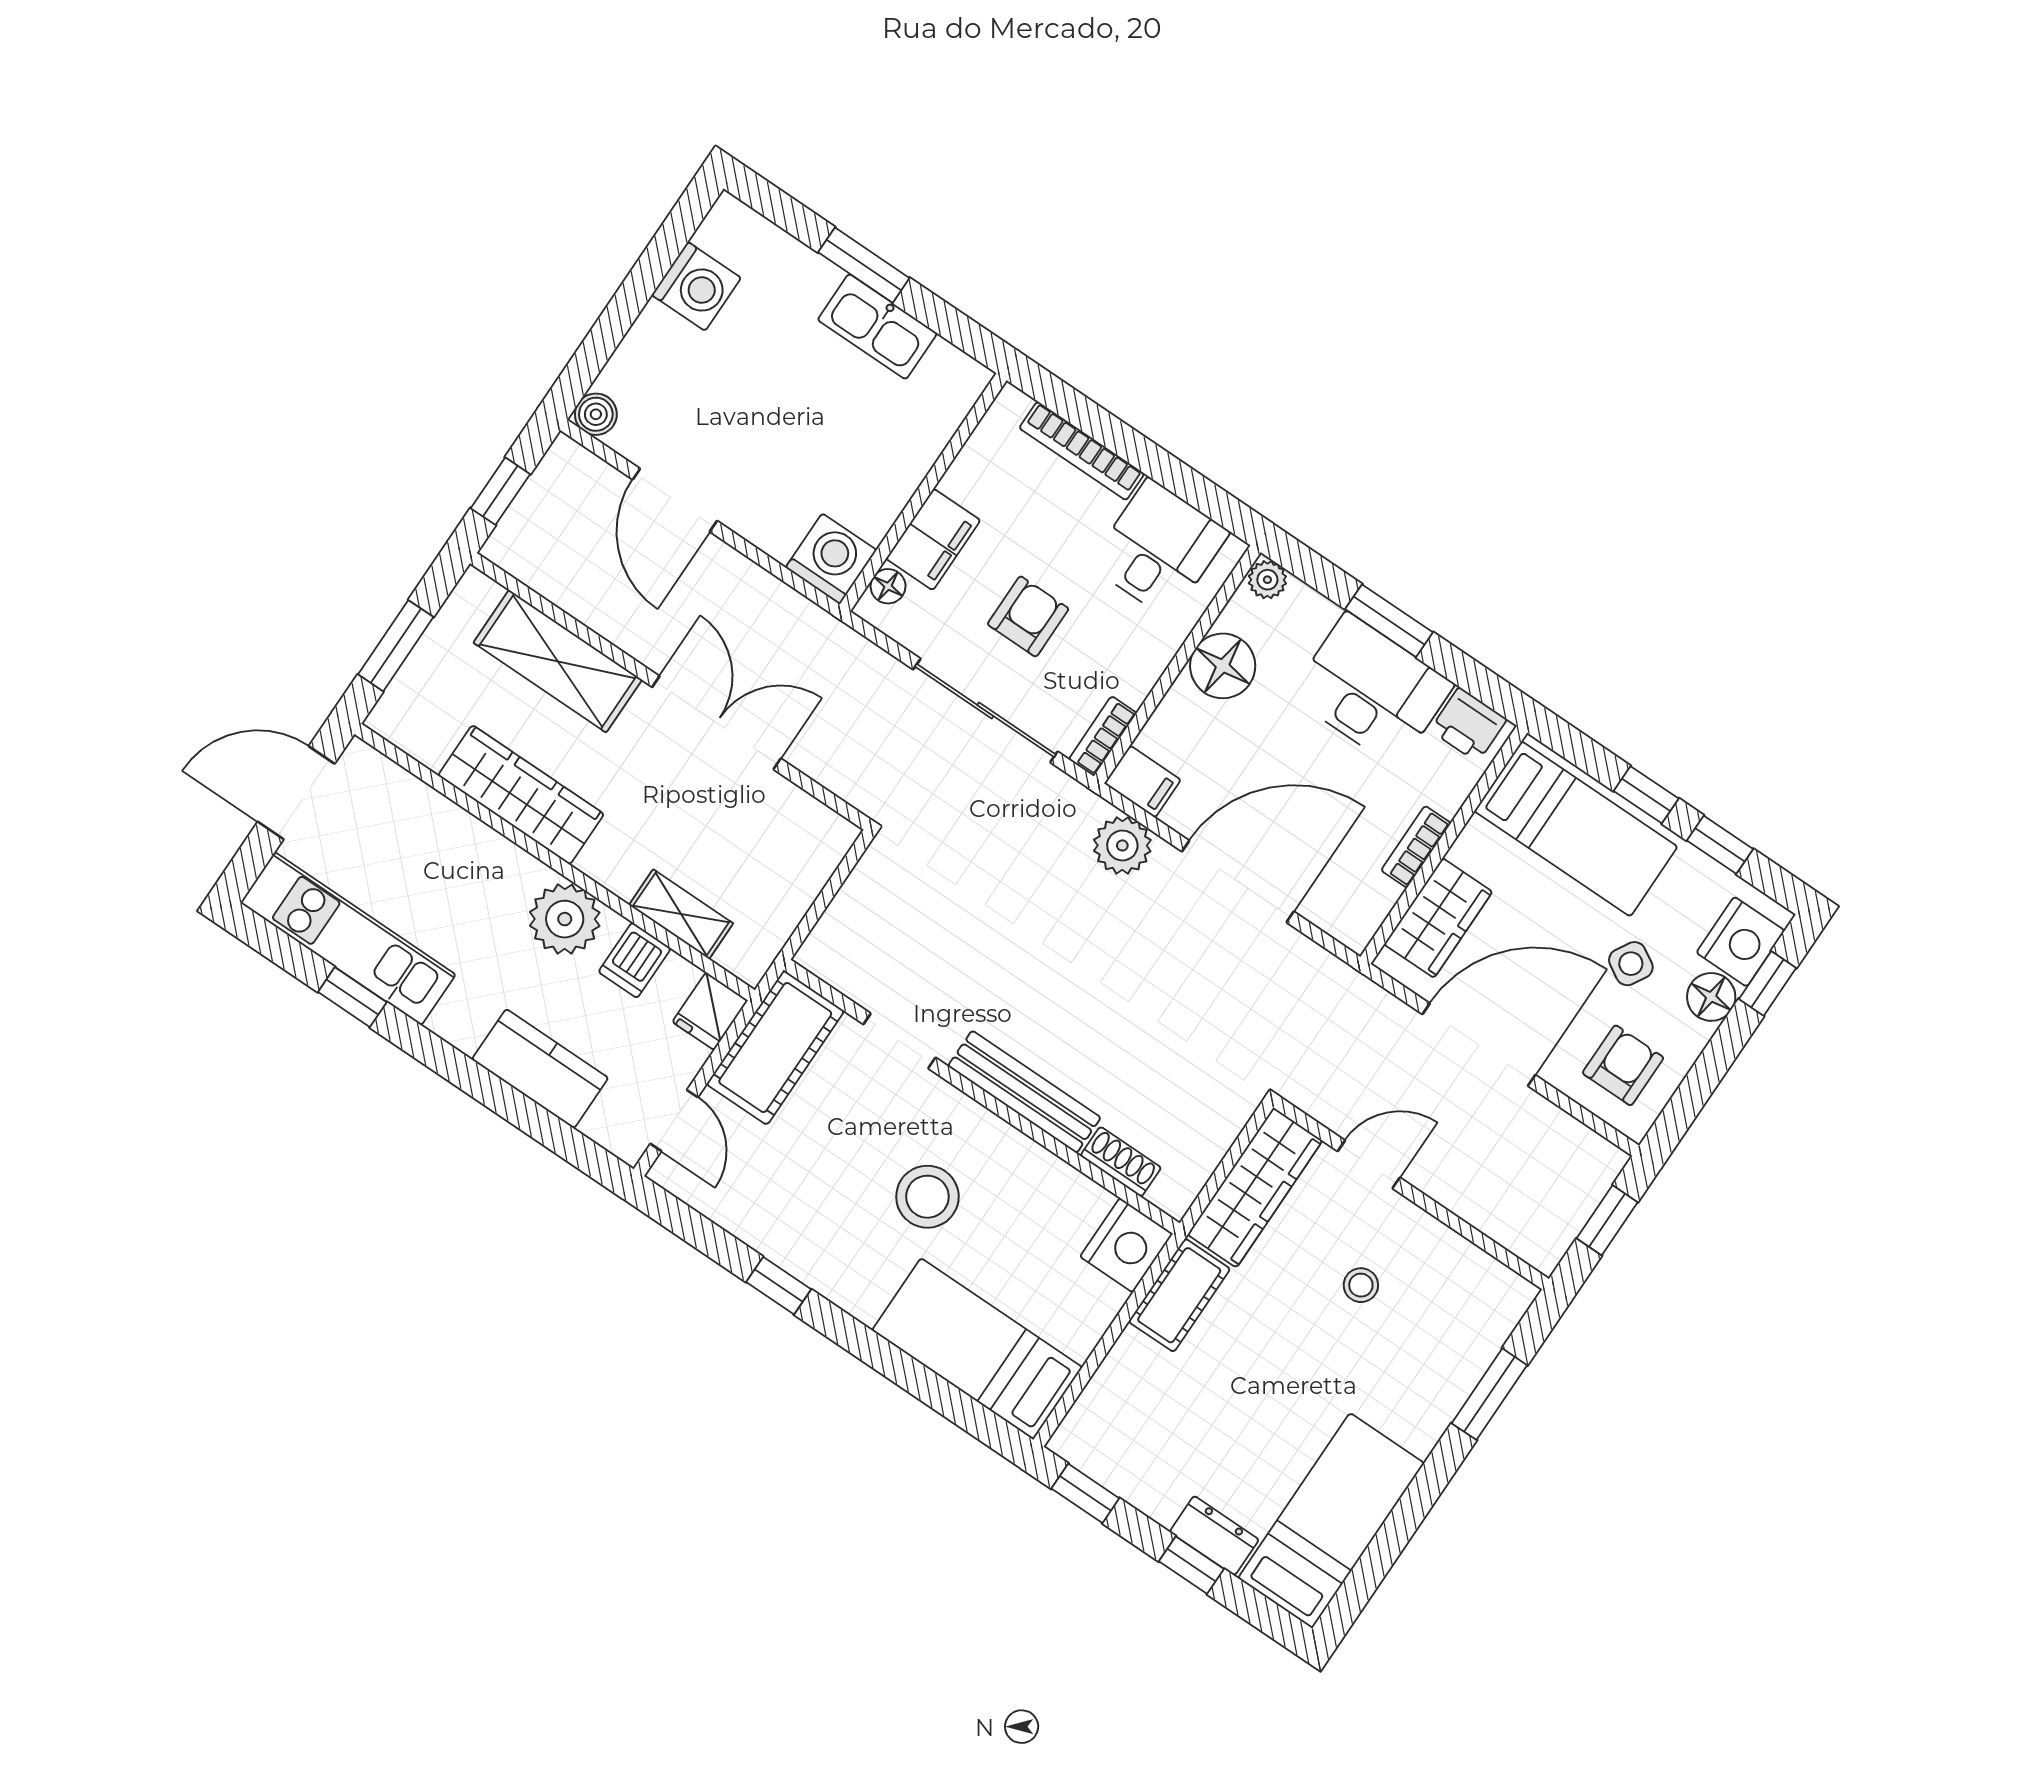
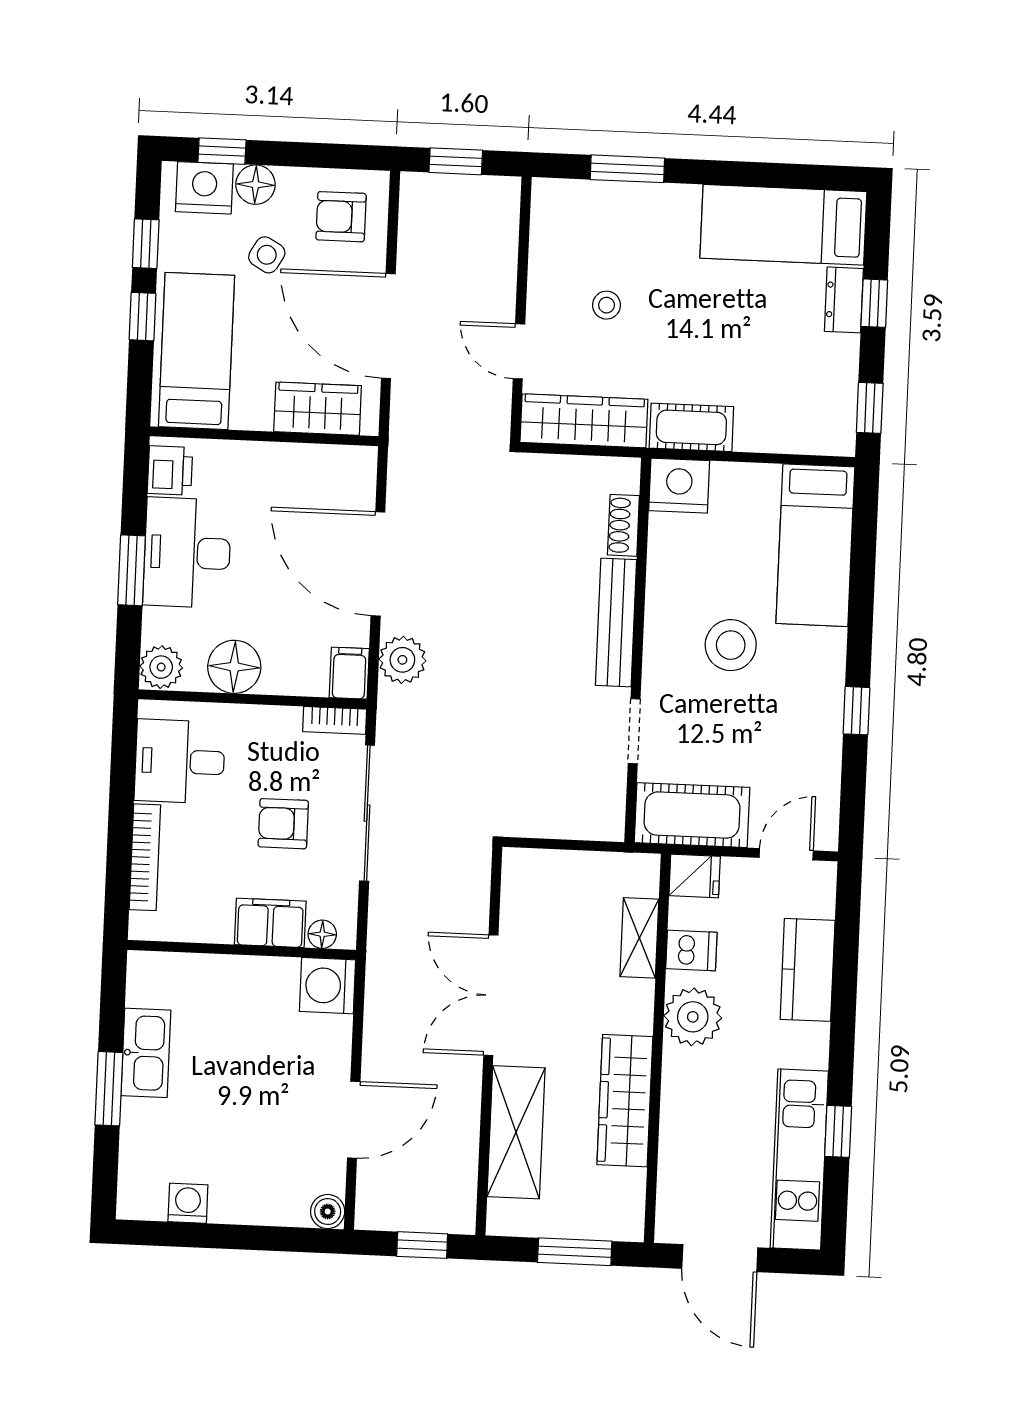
washing machine: (696, 286) -> (188, 1203), width x0.73, depth x0.73
plant: (1267, 580) -> (161, 667), width x1.38, depth x1.38
bookcase: (1416, 847) -> (277, 455), removed

